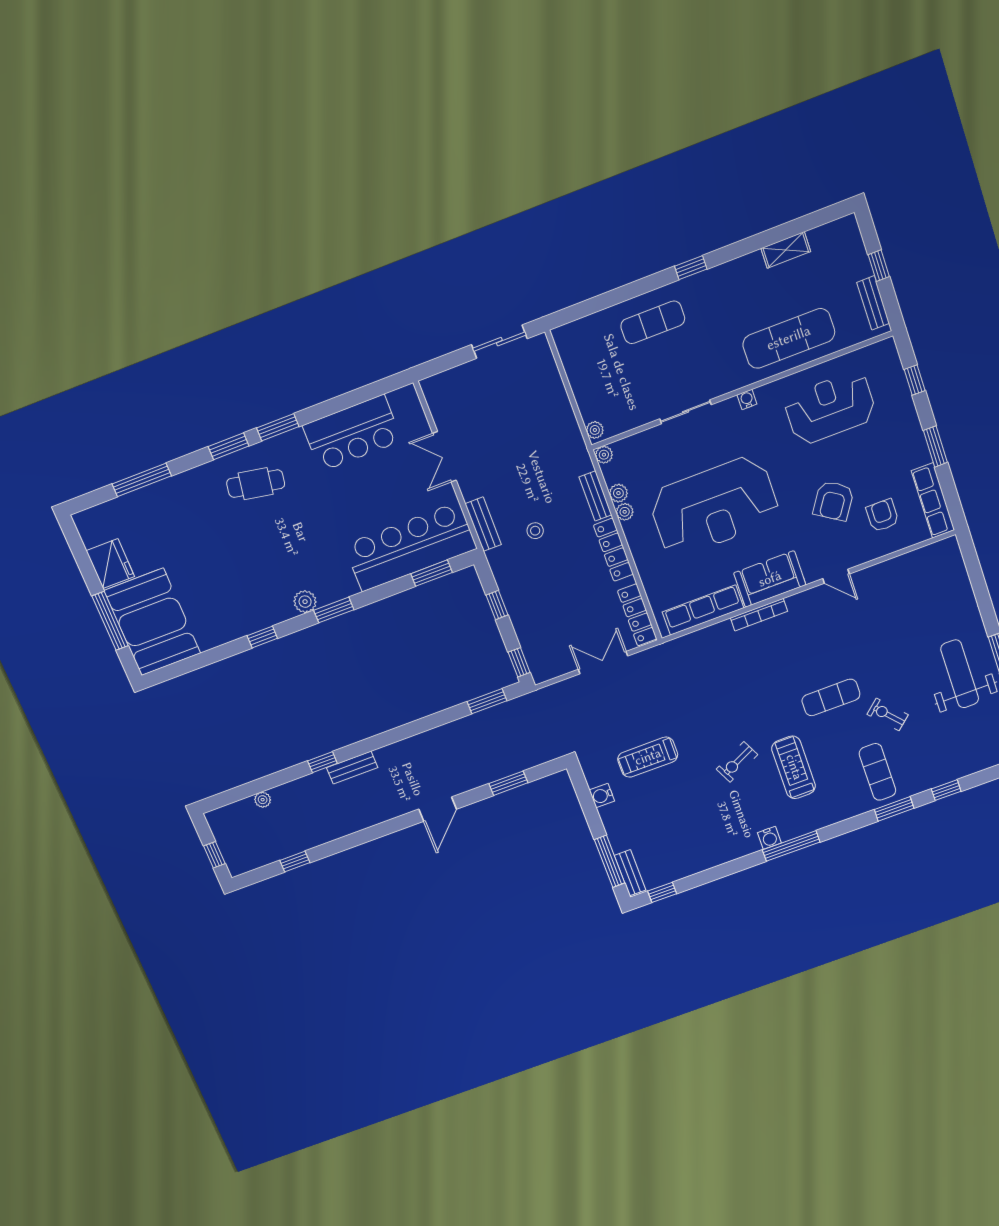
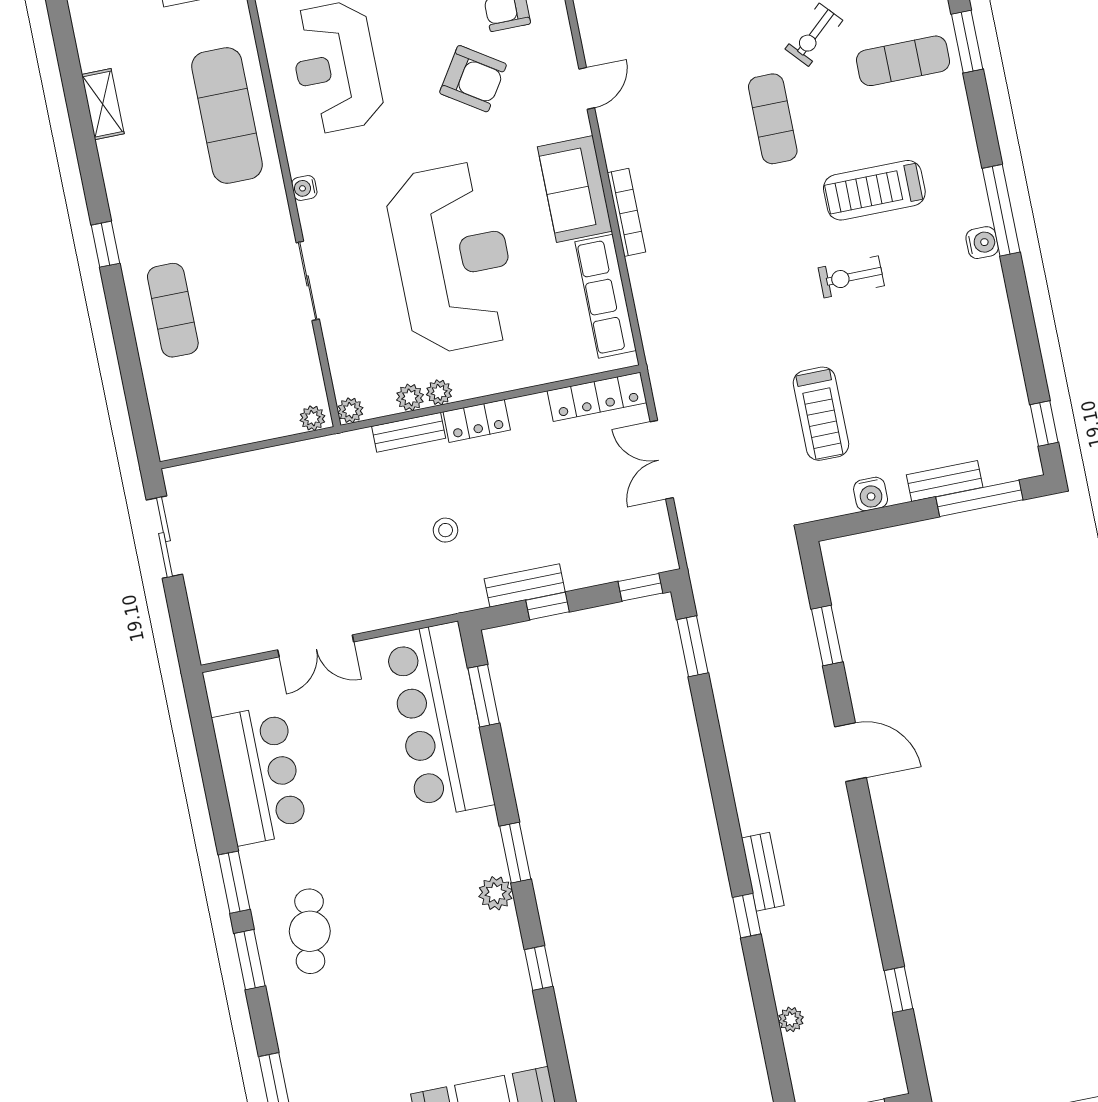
bench: (483, 524) -> (525, 585), moved
locker: (613, 550) -> (477, 421), width x0.66
exercise bike: (737, 762) -> (851, 277), turned 116
bench: (630, 873) -> (945, 481), moved

